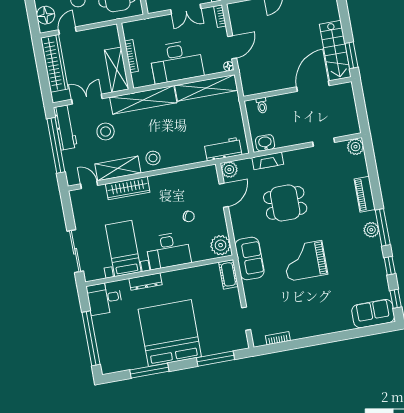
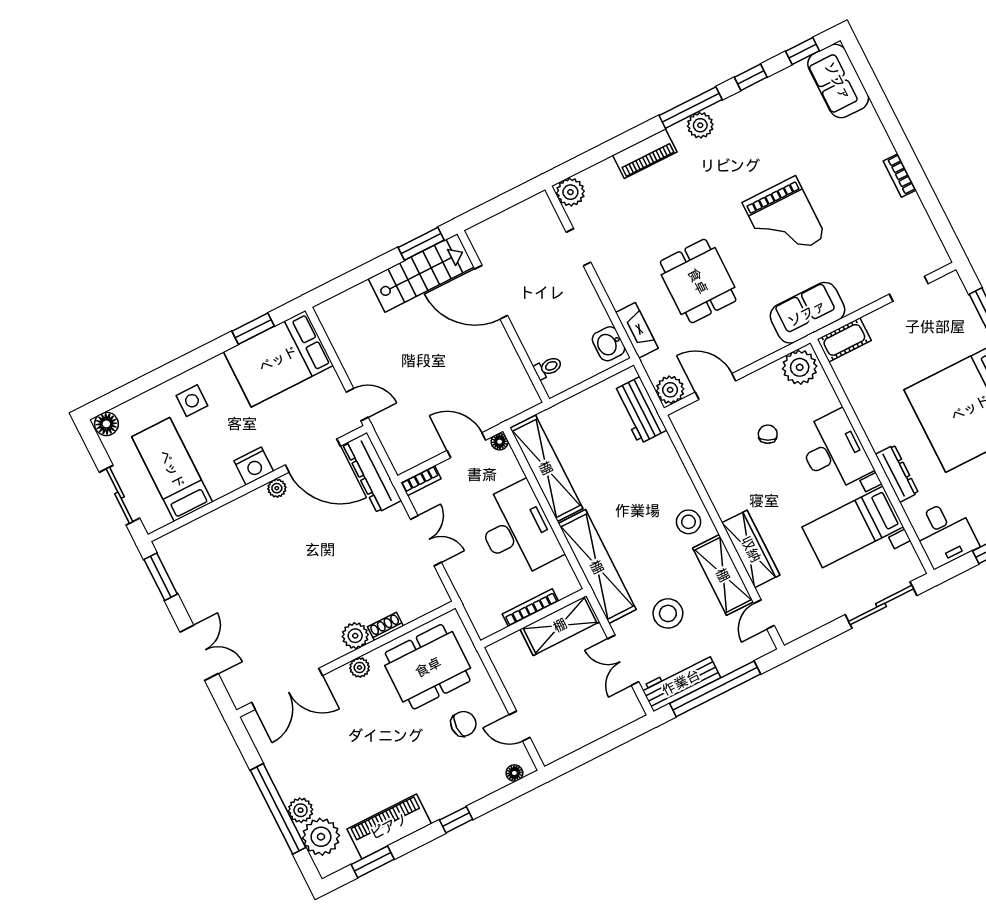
floor lamp: (46, 15) -> (514, 773), width x0.53, depth x0.53
wardrobe: (54, 63) -> (580, 732), removed
bookcase: (278, 338) -> (900, 175), moved

